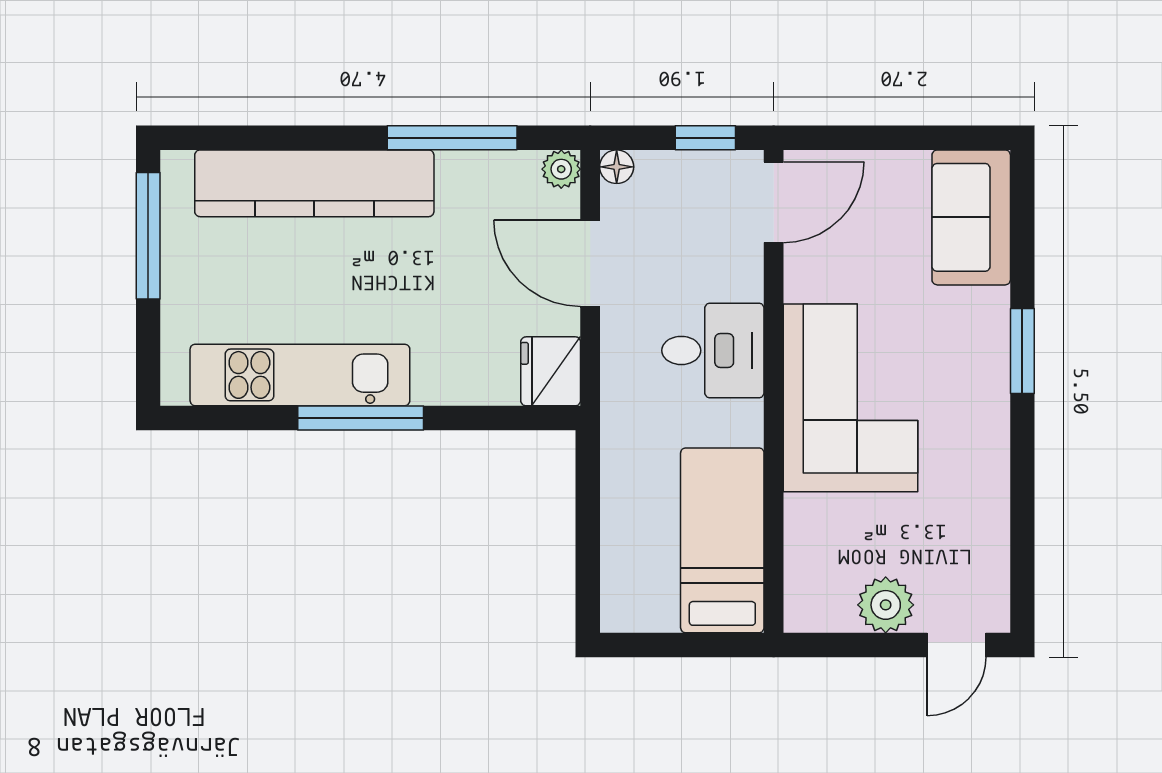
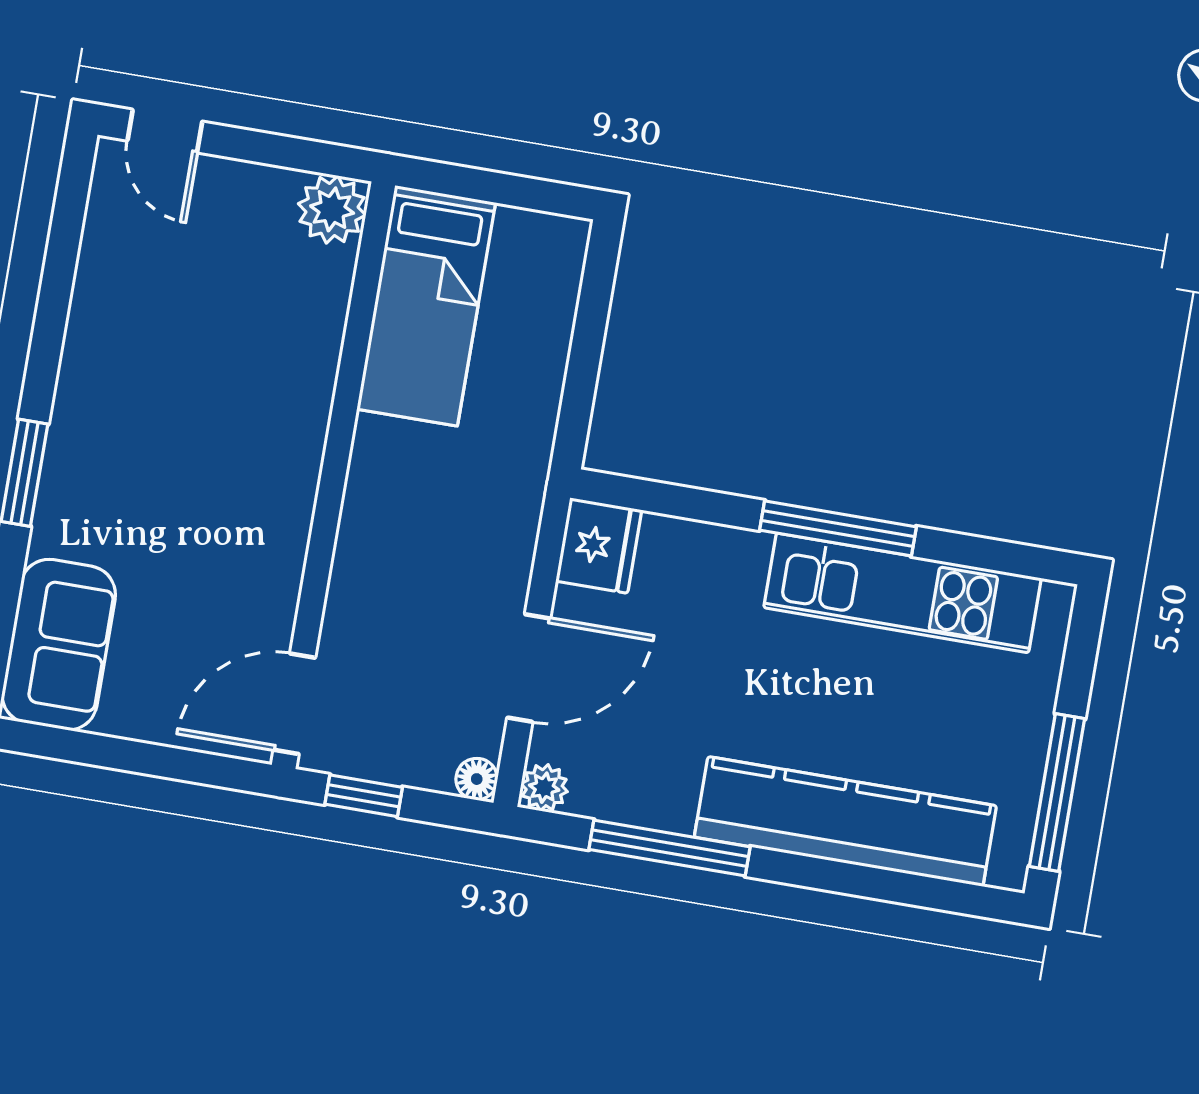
door: (590, 263) -> (529, 668), hinge flipped
desk: (713, 350) -> (398, 537), removed
corner sofa: (850, 398) -> (242, 452), removed
plant: (886, 605) -> (332, 209), moved
door: (957, 645) -> (165, 131), swing flipped

